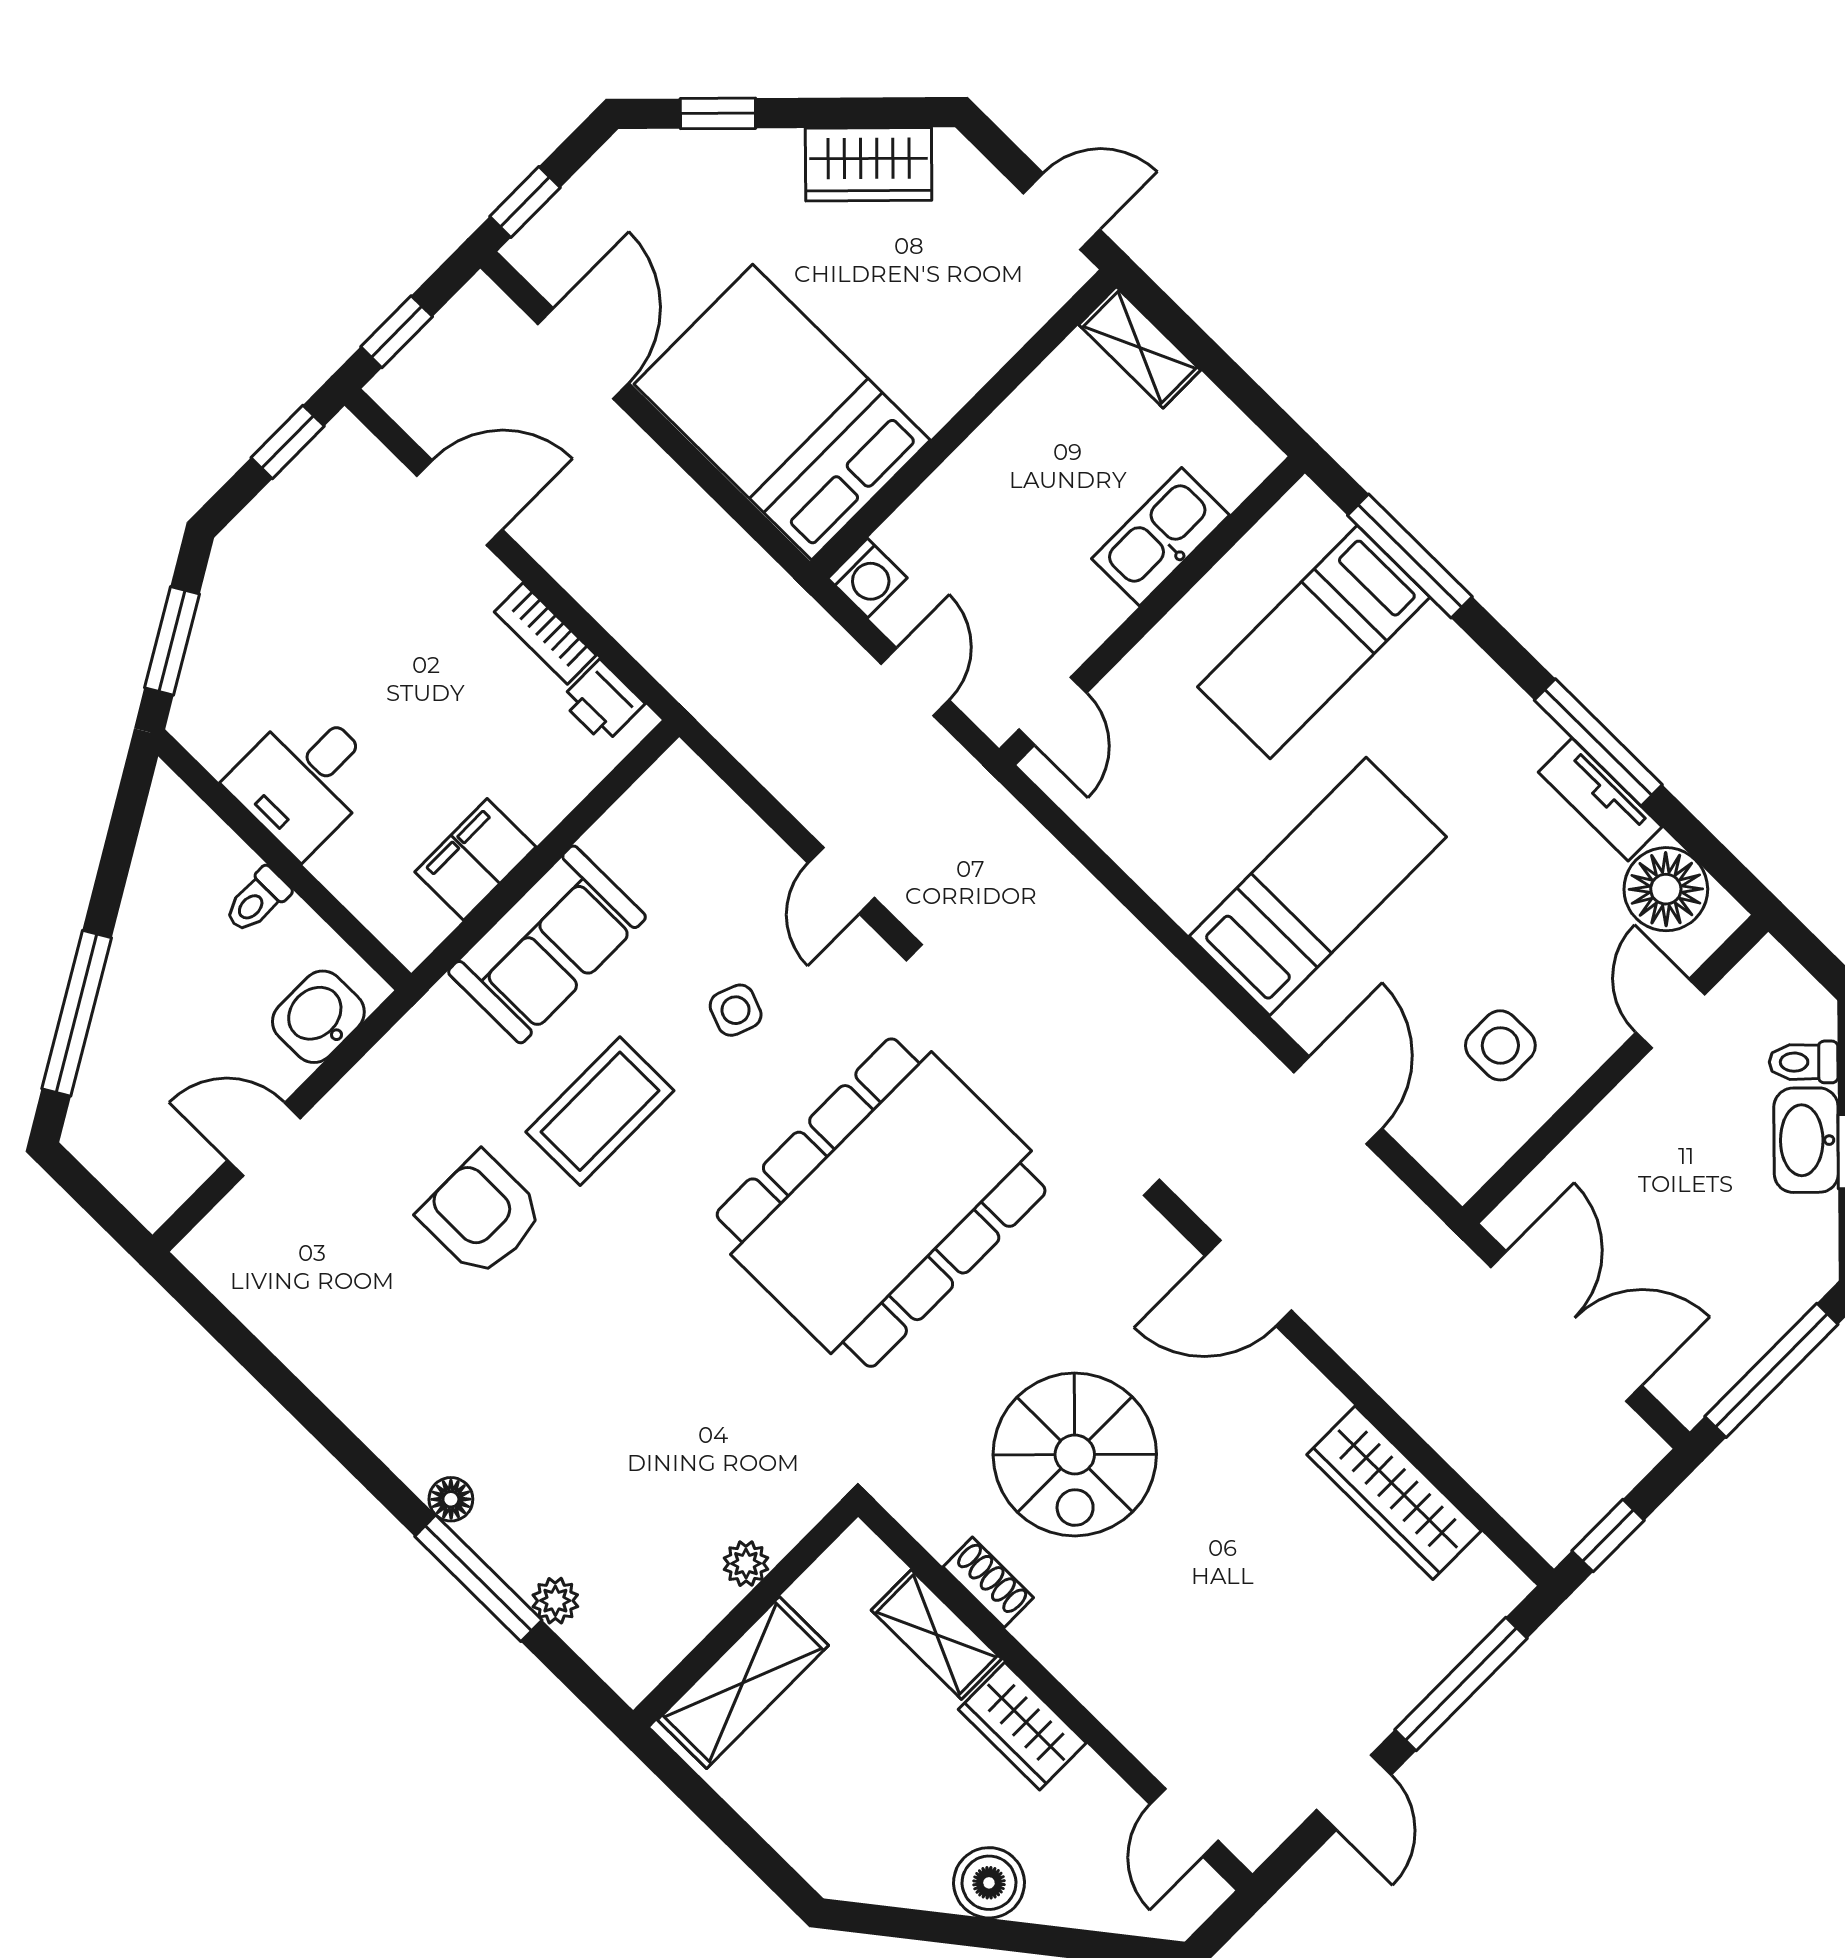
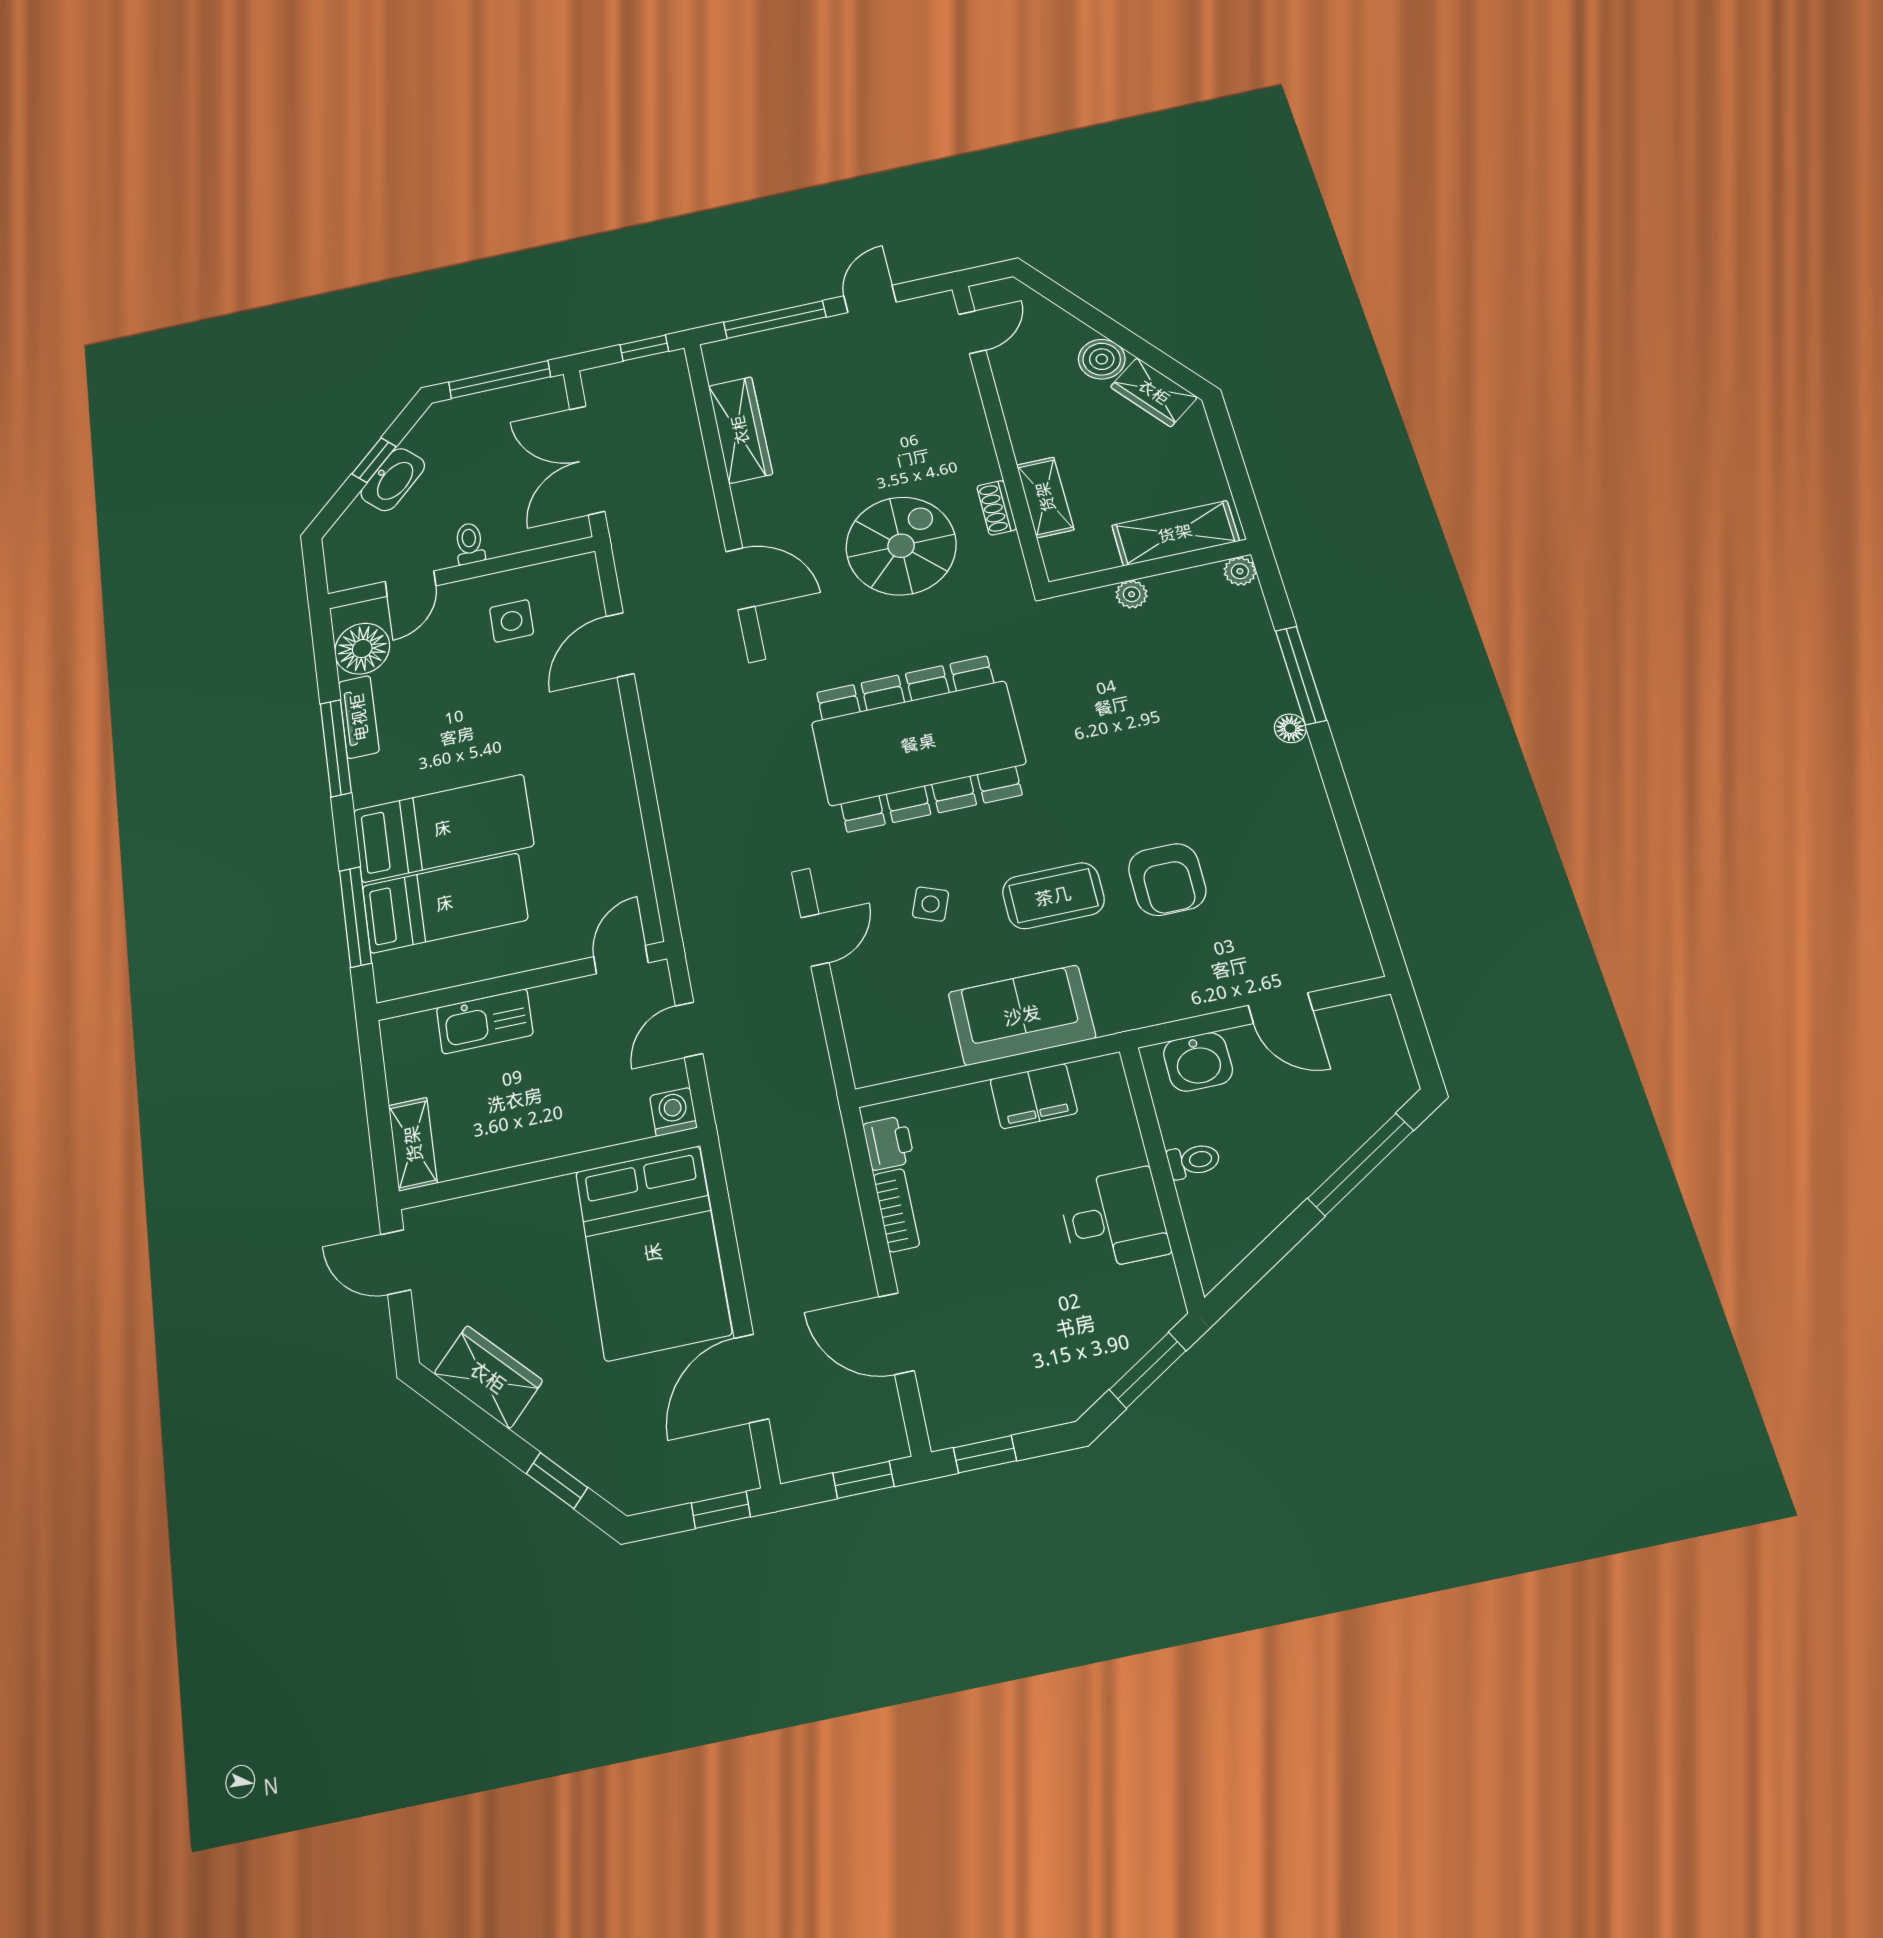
bed: (1318, 886) -> (443, 828), moved, turned 180
toilet: (1804, 1062) -> (470, 543), moved, turned -135
plant: (555, 1601) -> (1240, 571), moved
wardrobe: (1022, 1726) -> (1154, 392), moved, turned 142

